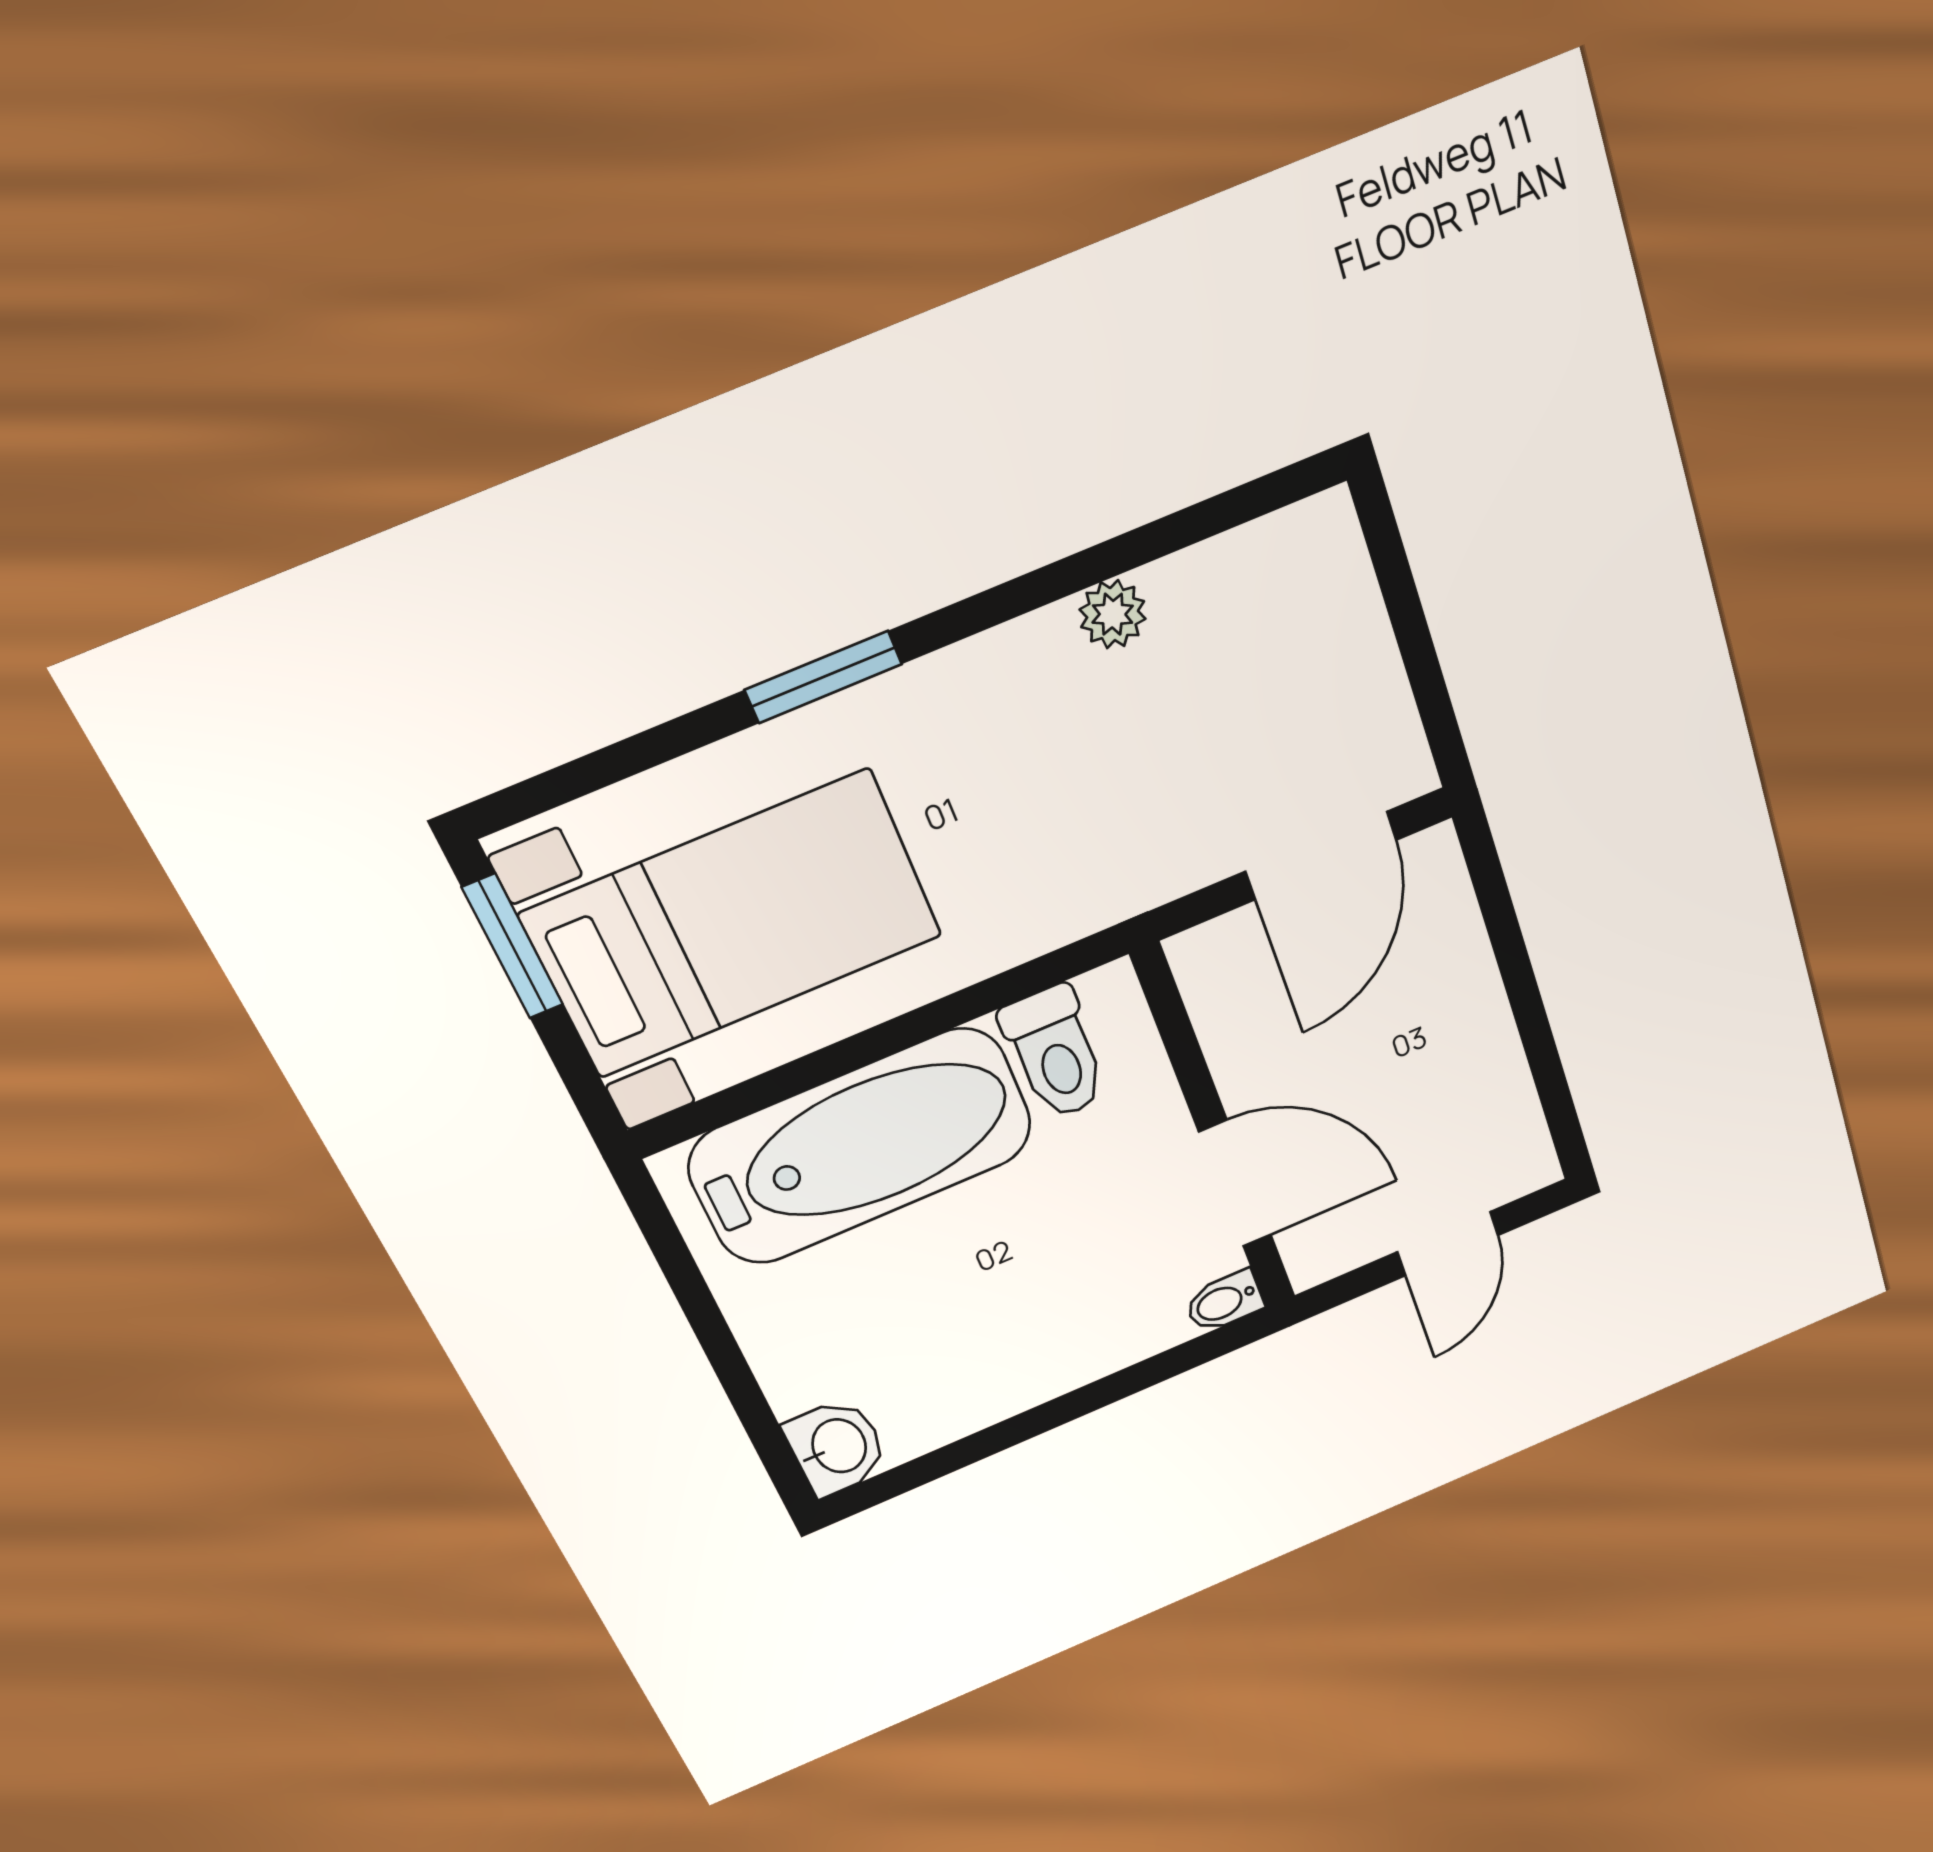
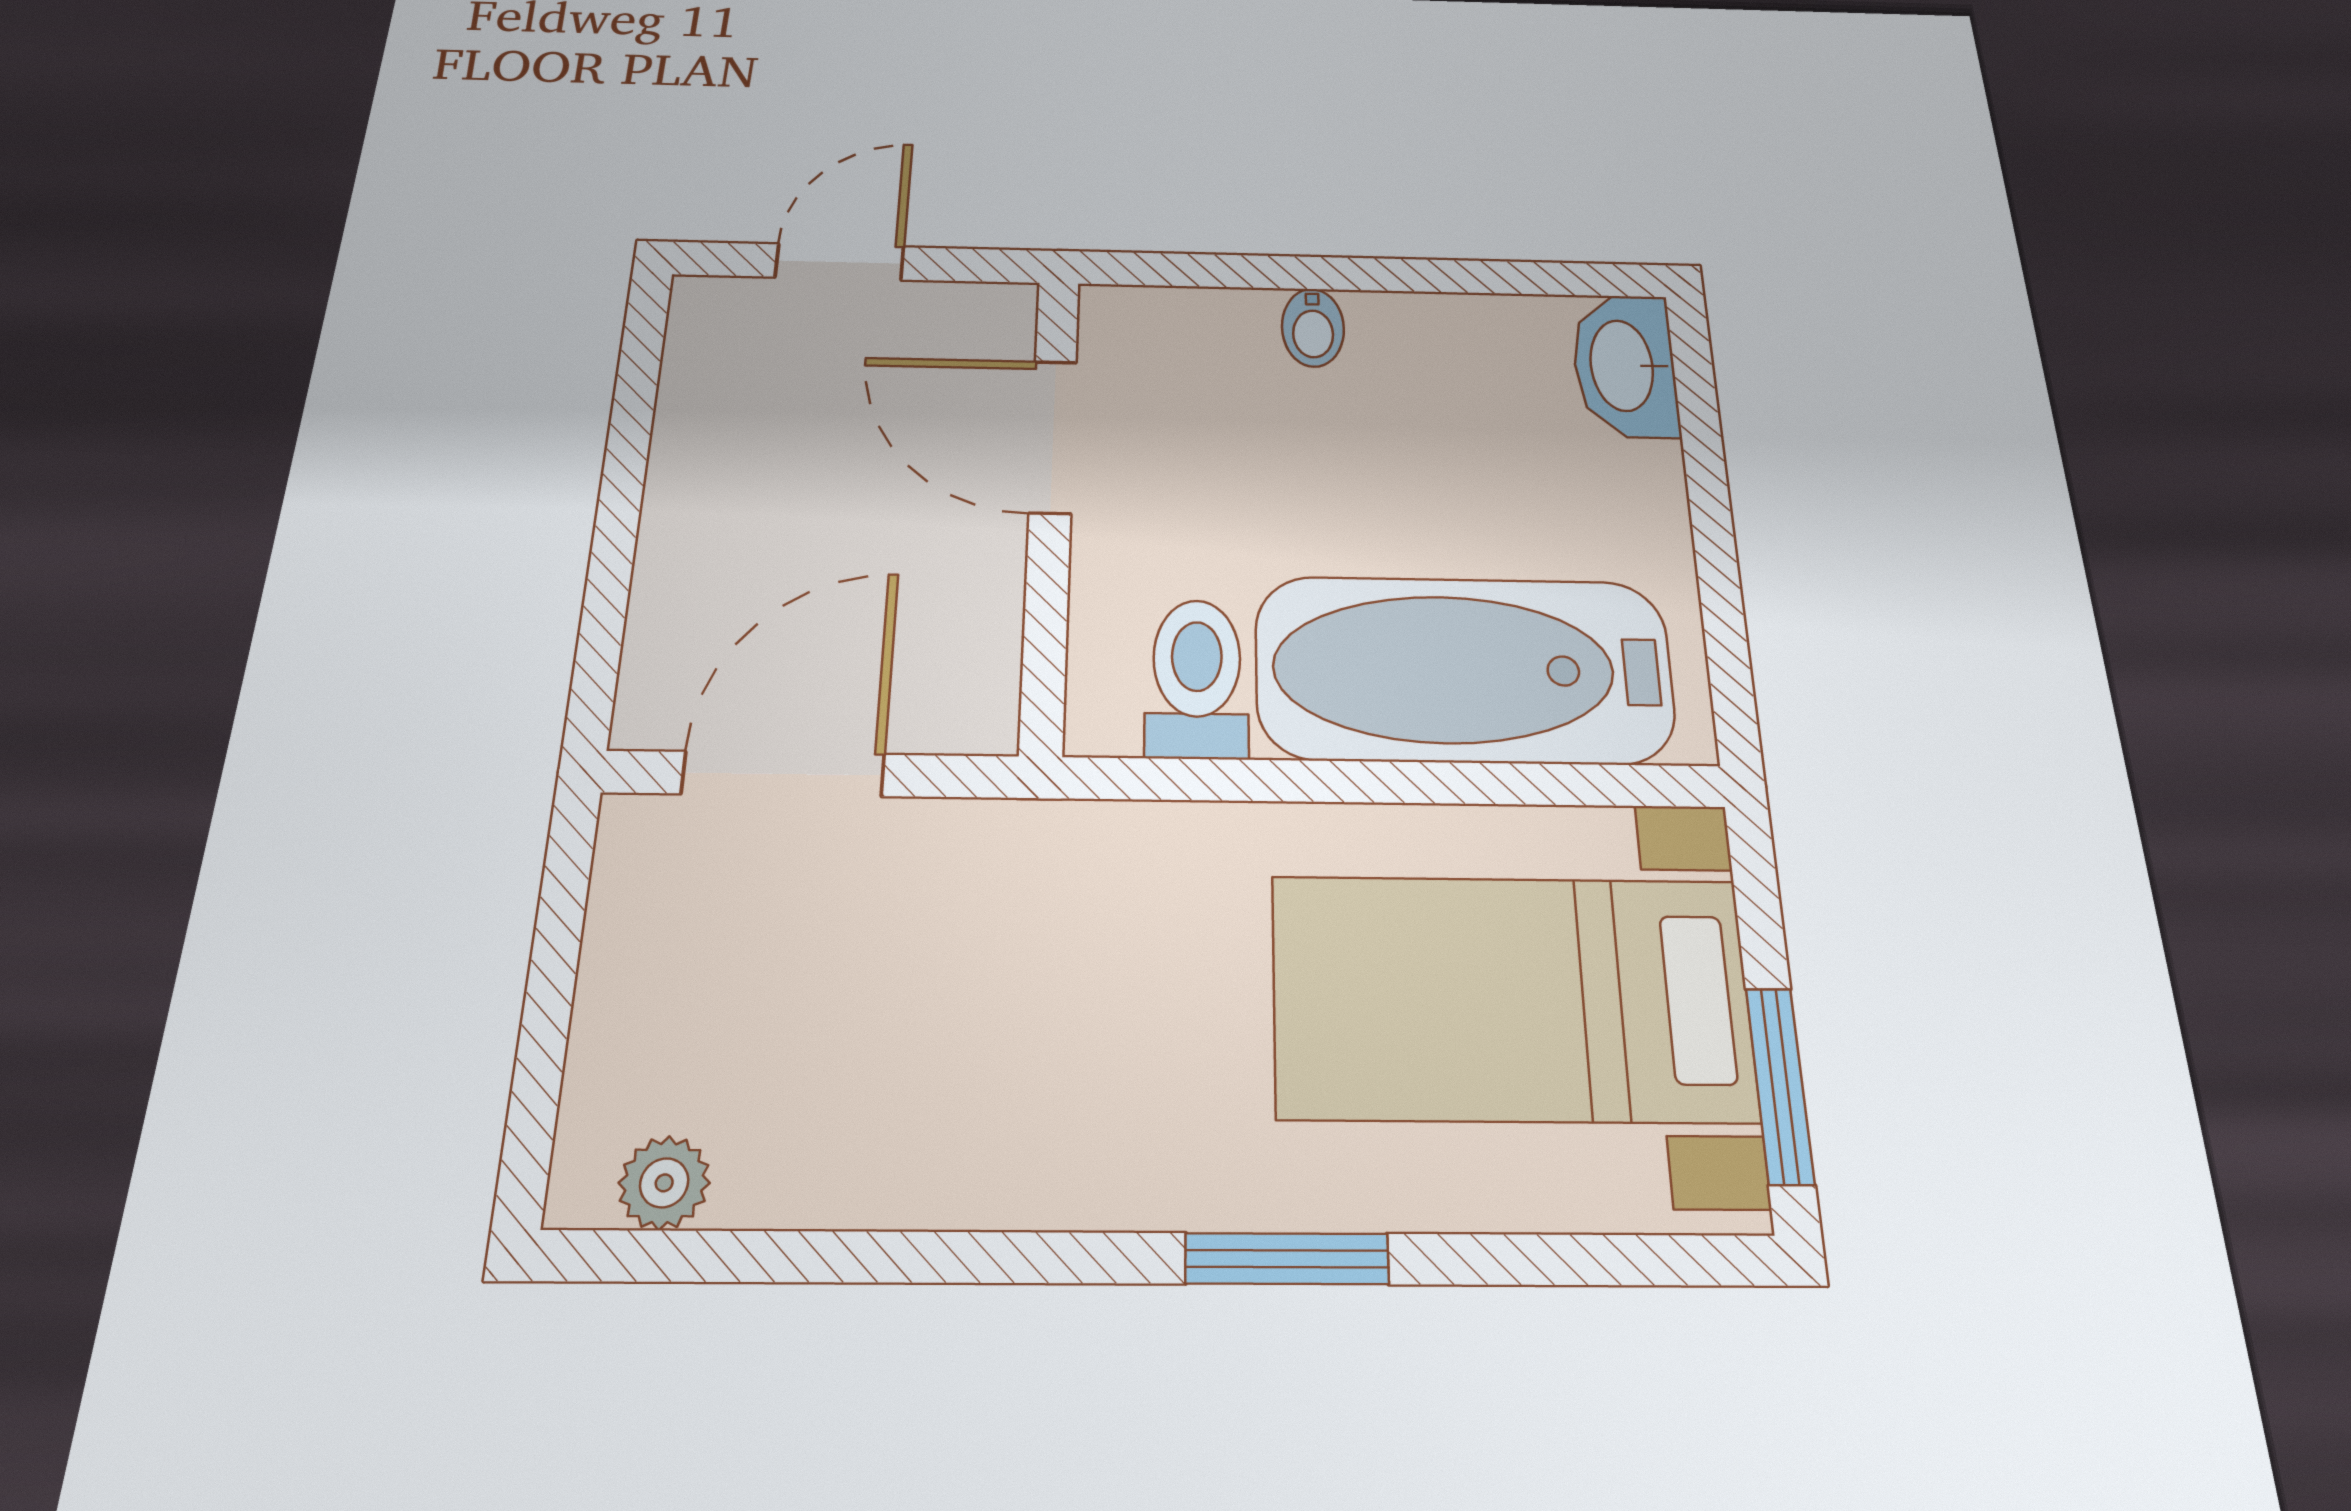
plant: (1113, 614) -> (664, 1183), moved
bidet: (1224, 1302) -> (1313, 328), moved, turned 90
washbasin: (837, 1447) -> (1625, 366), width x1.38

